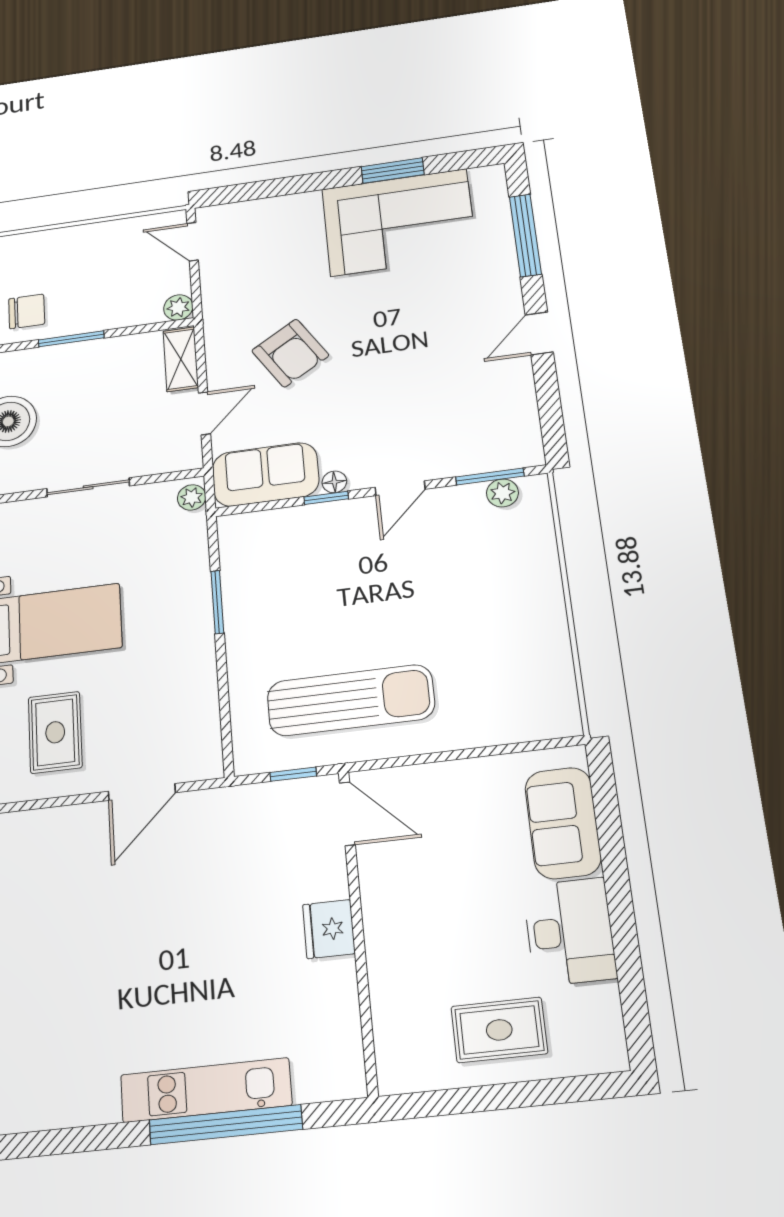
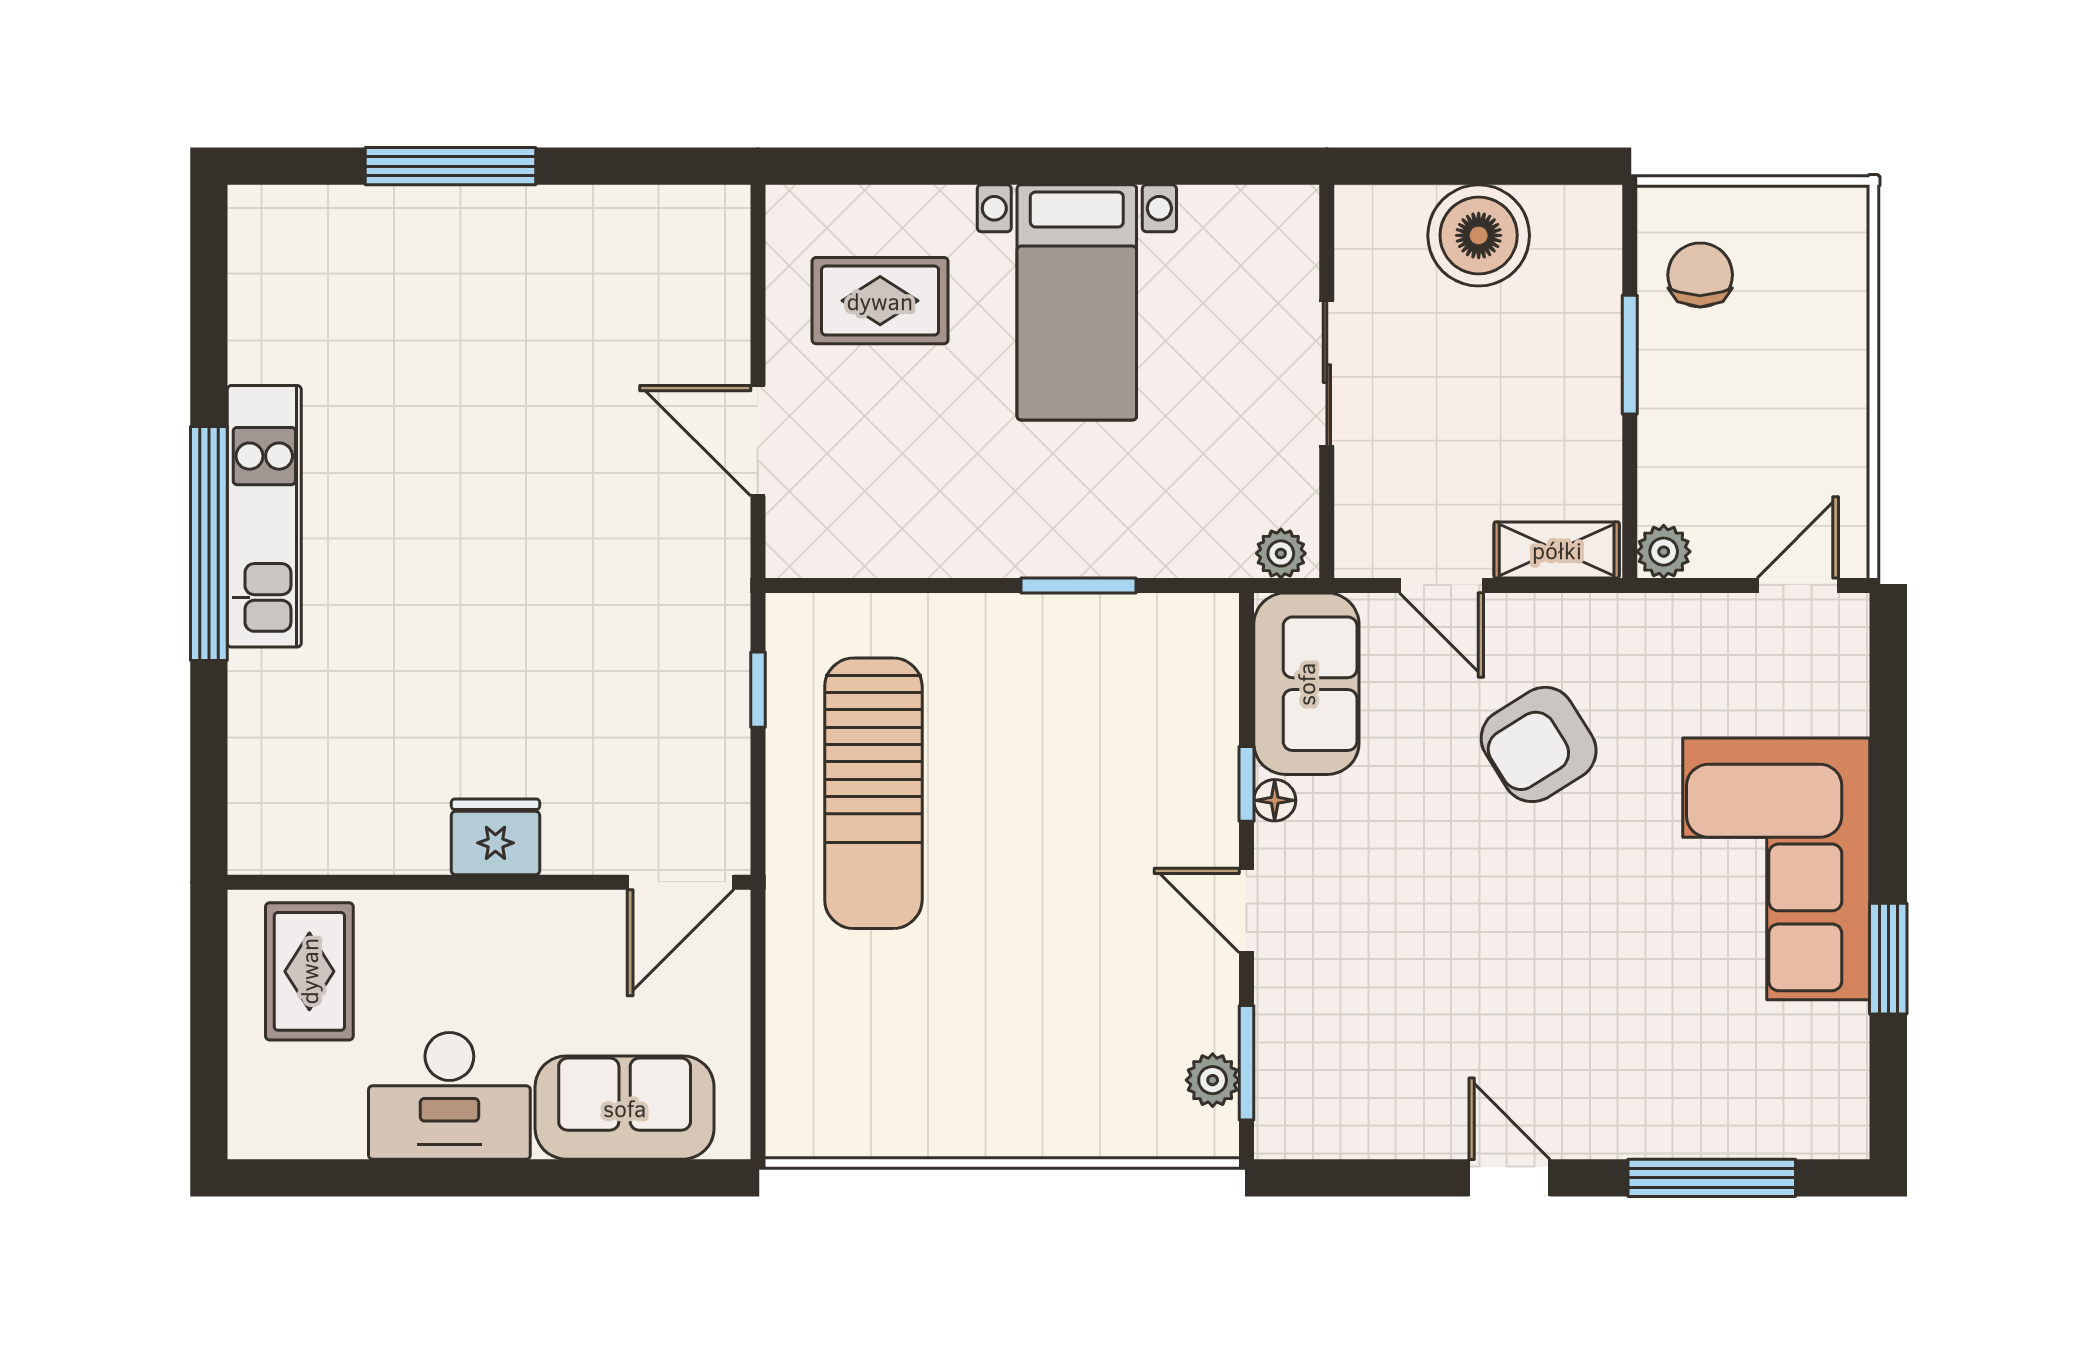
corner sofa: (399, 222) -> (1776, 869), moved
chair: (27, 311) -> (1700, 275), turned 180
door: (347, 814) -> (681, 882), moved
fridge: (329, 929) -> (495, 837), moved
wall: (358, 930) -> (489, 882), moved

